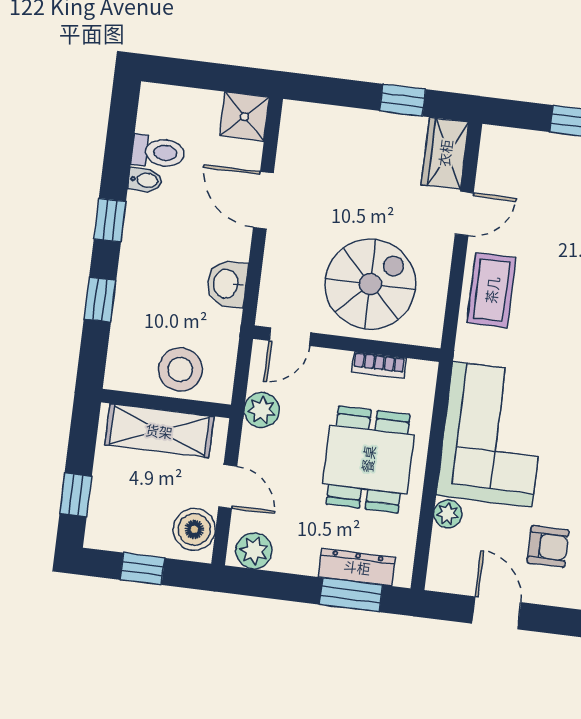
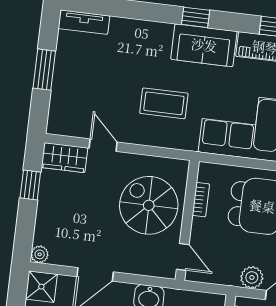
plant: (295, 114) -> (40, 254), added
coffee table: (492, 290) -> (164, 103), moved
plant: (262, 410) -> (252, 277), moved

